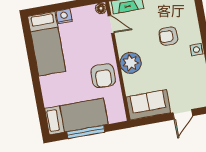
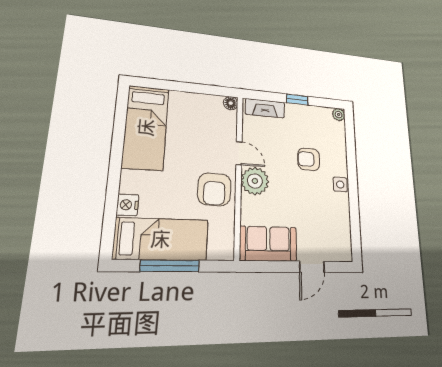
nightstand: (64, 16) -> (128, 205), moved, turned -90
door: (111, 24) -> (239, 153), moved

